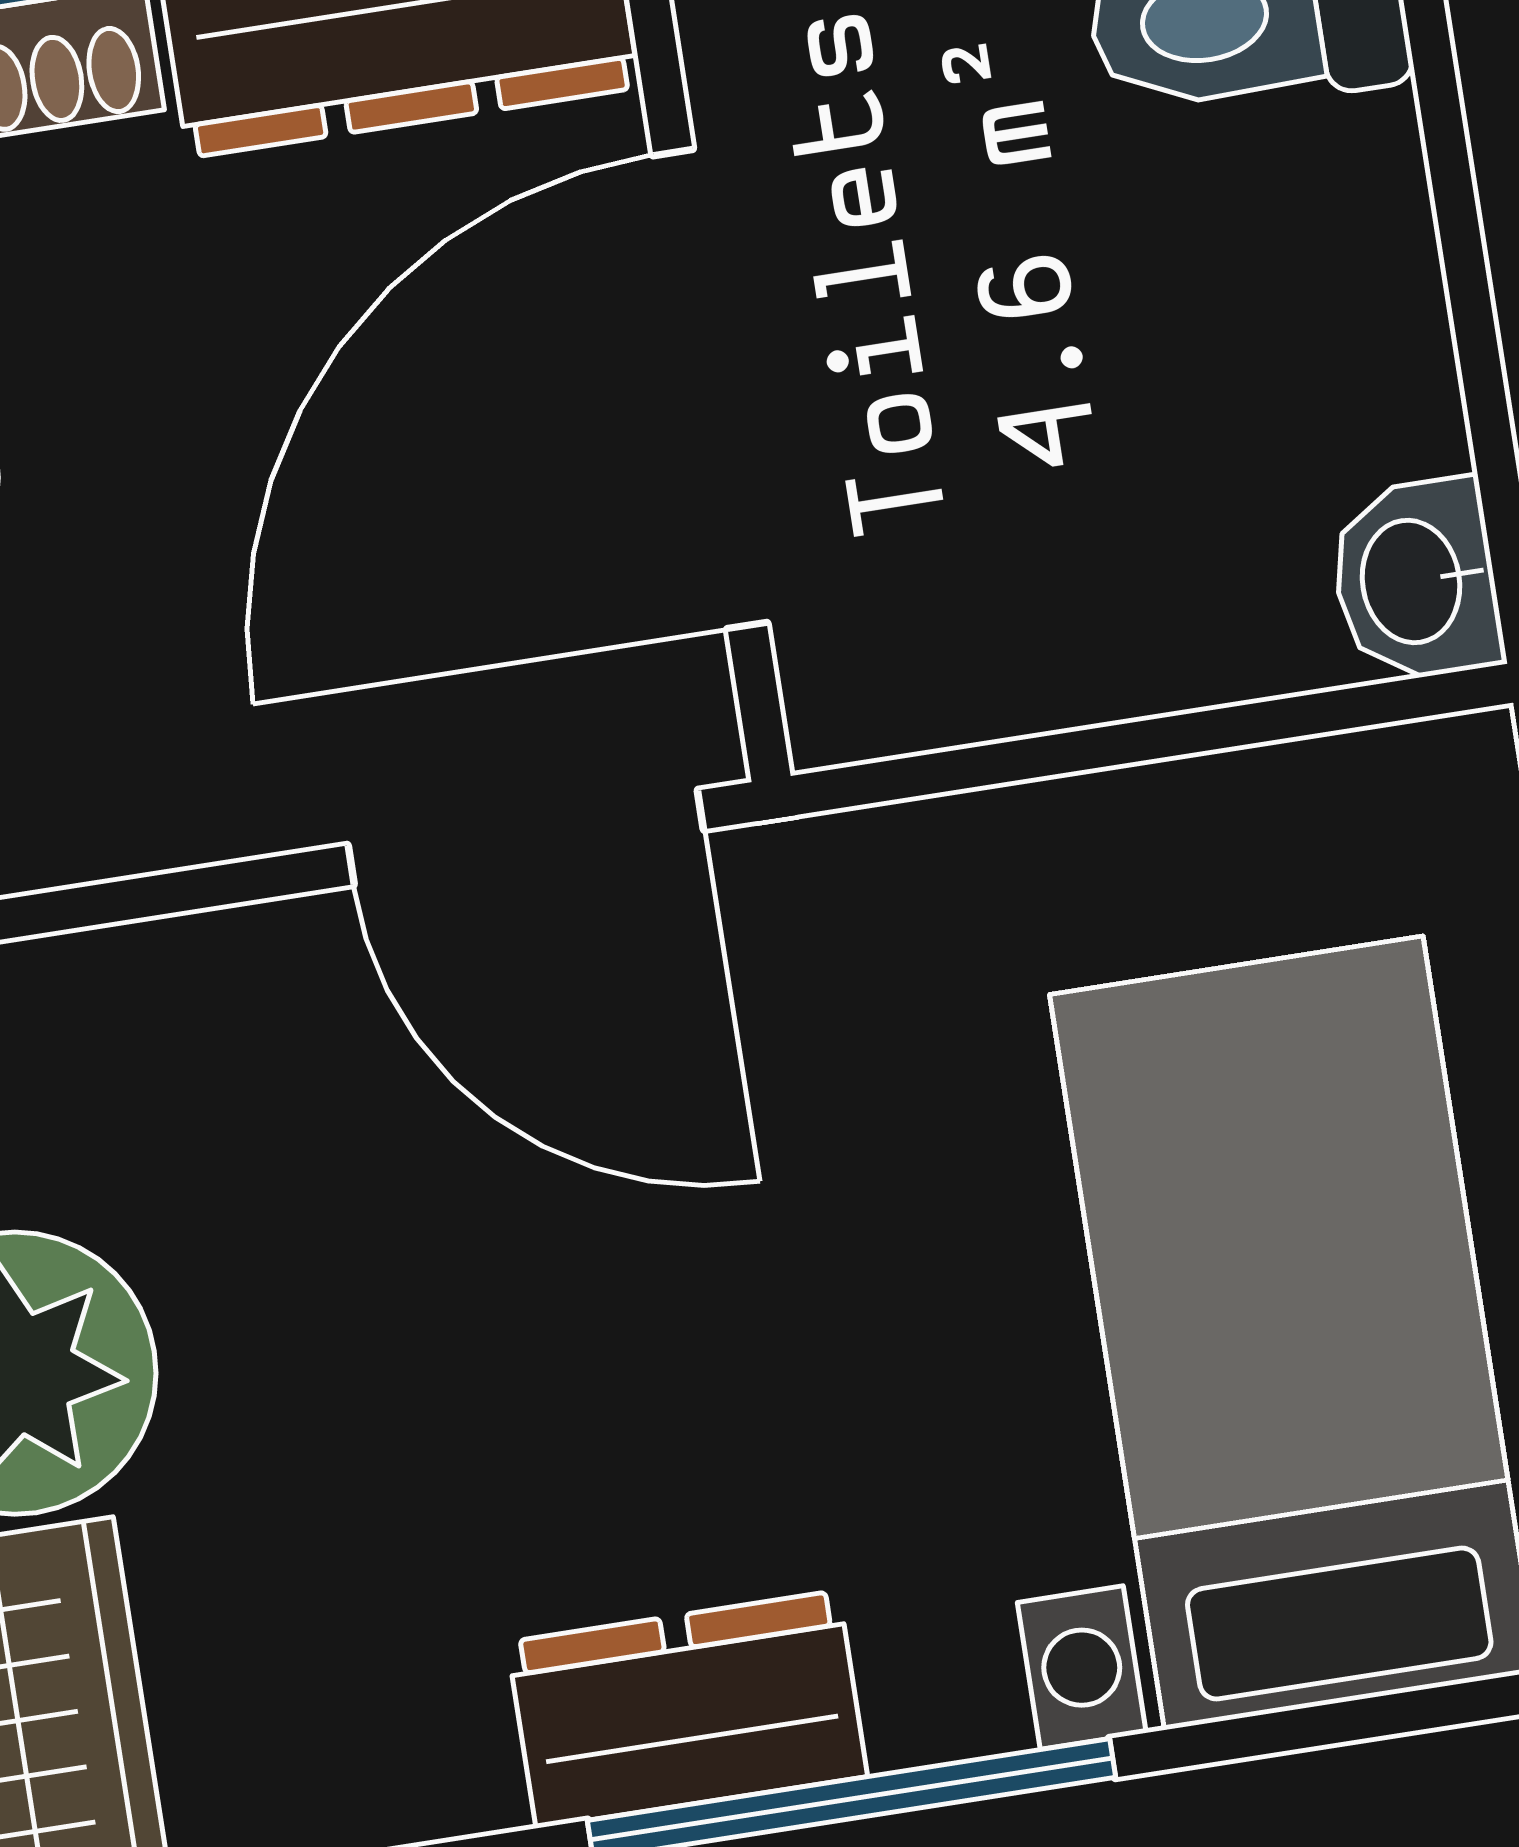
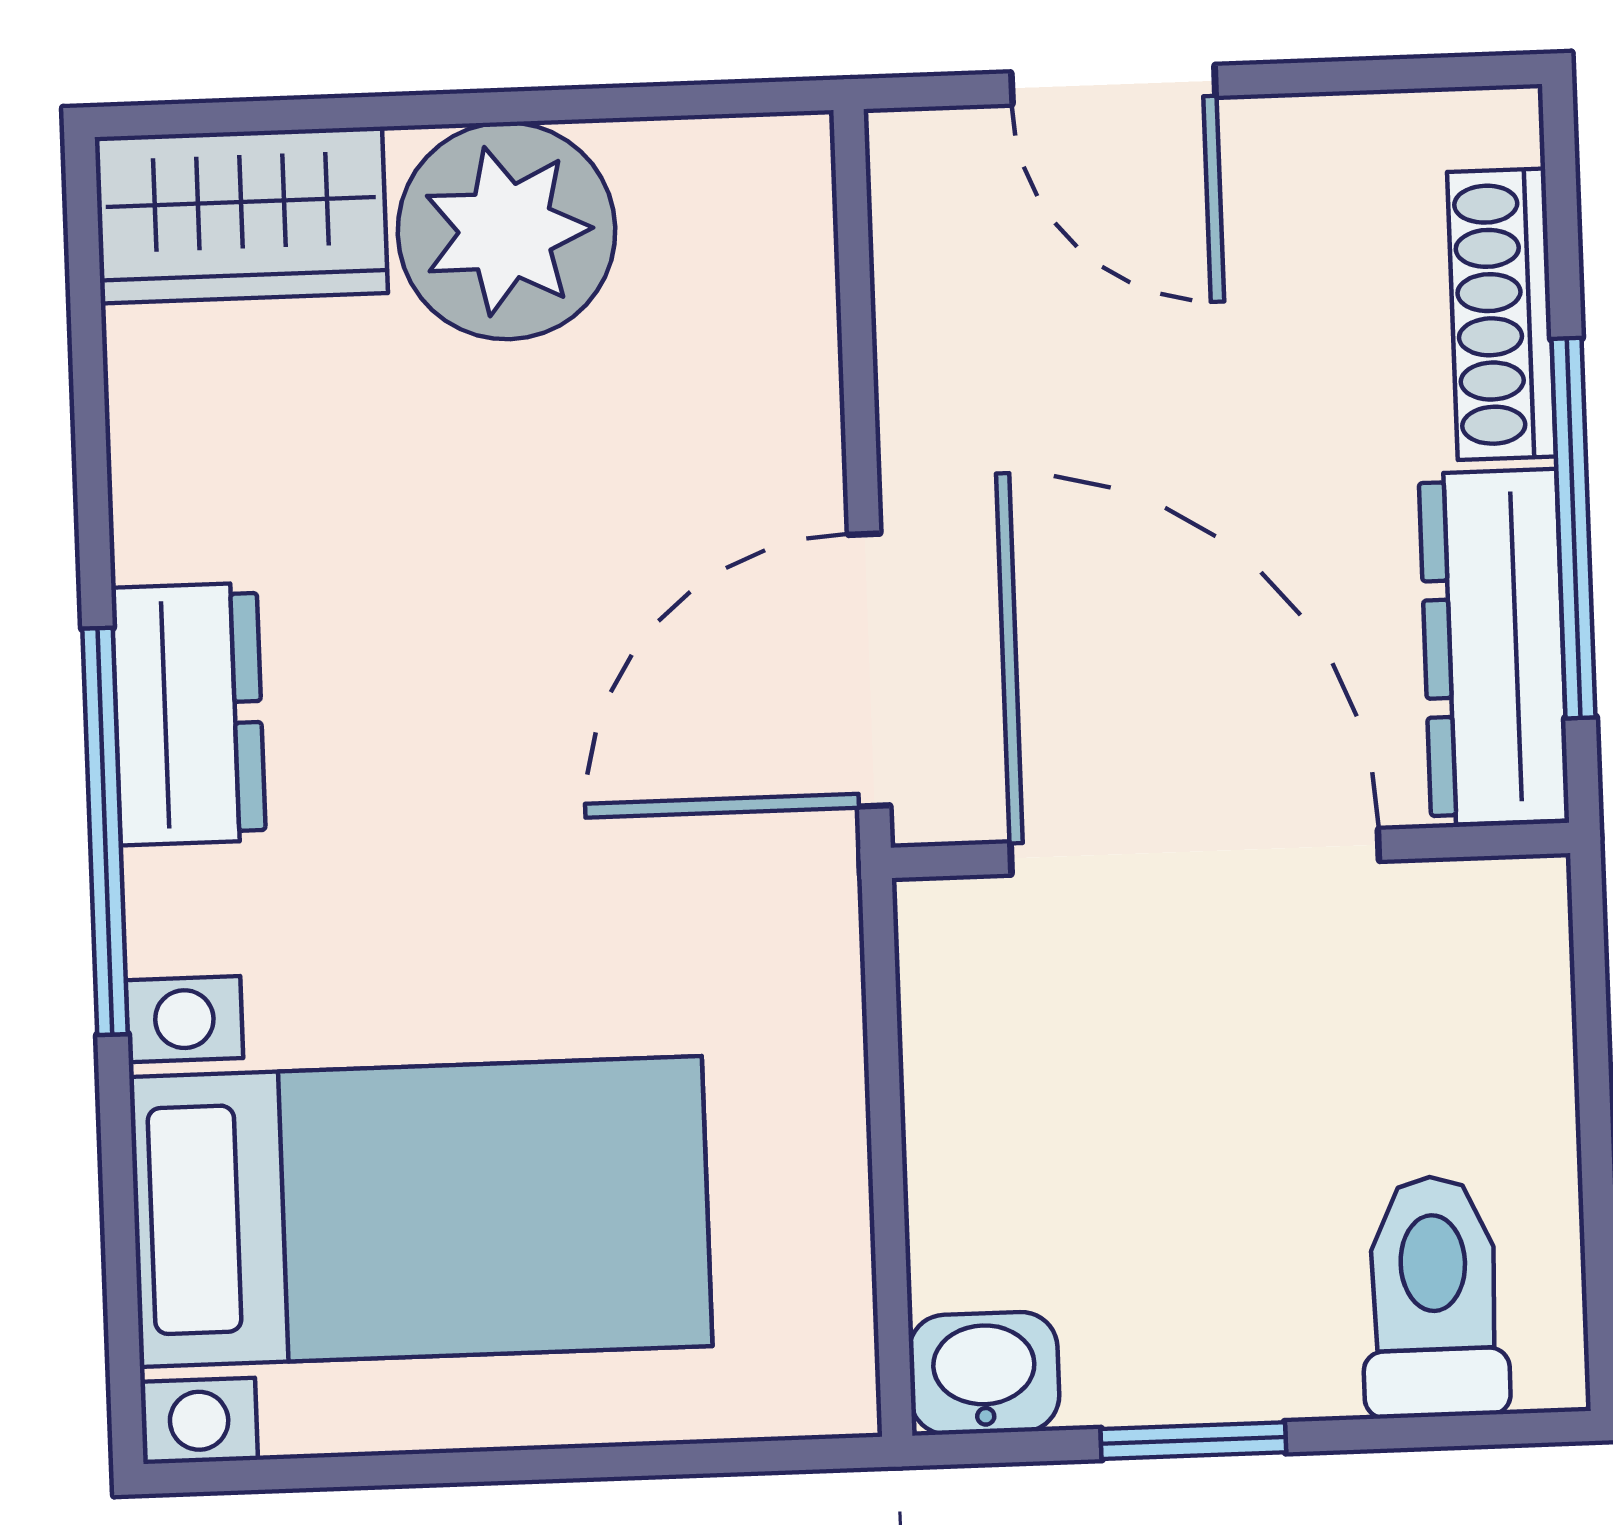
window: (1470, 300) -> (1193, 1441), added

